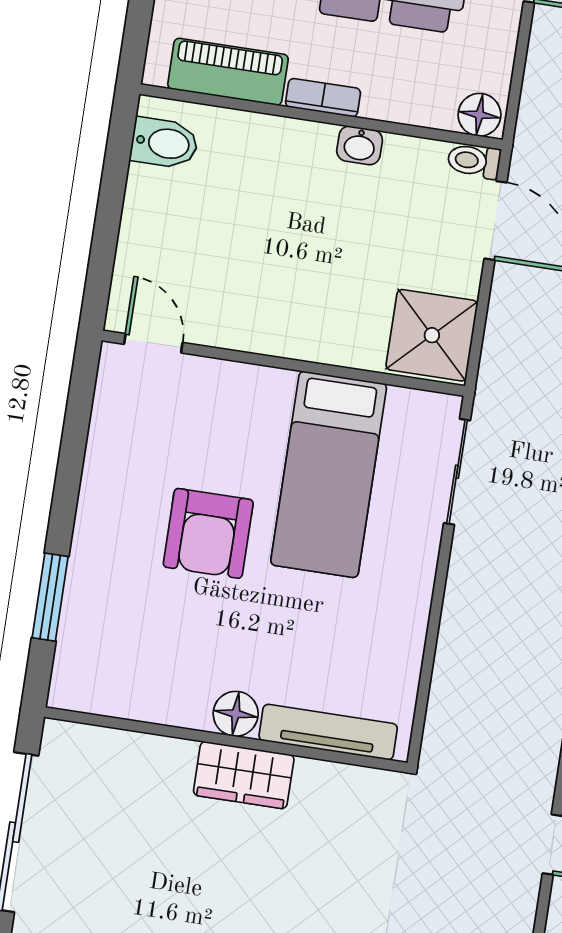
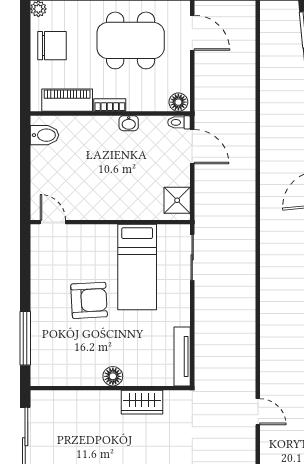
shower: (432, 335) -> (177, 200), width x0.73, depth x0.73
armchair: (208, 533) -> (89, 300), turned -93
window: (50, 597) -> (25, 338), width x1.44
tv unit: (328, 732) -> (182, 356), moved, turned -90
wardrobe: (244, 775) -> (142, 402), moved

